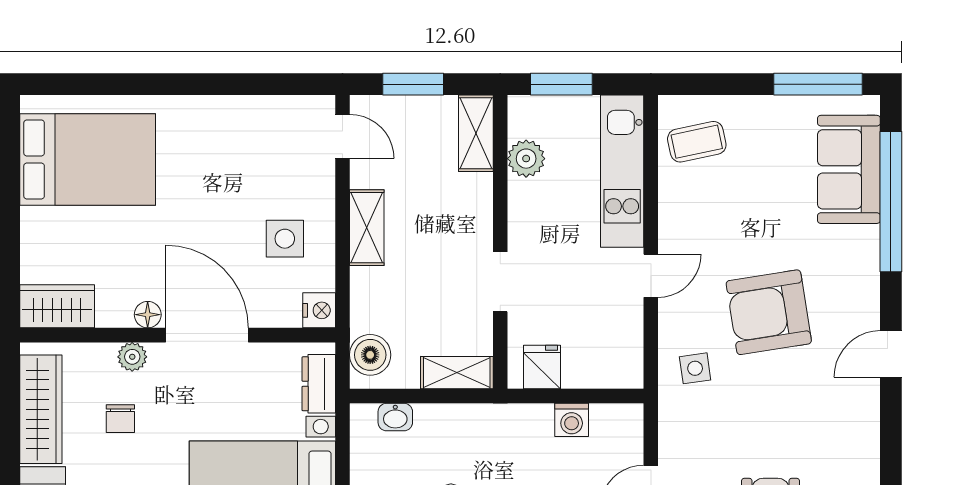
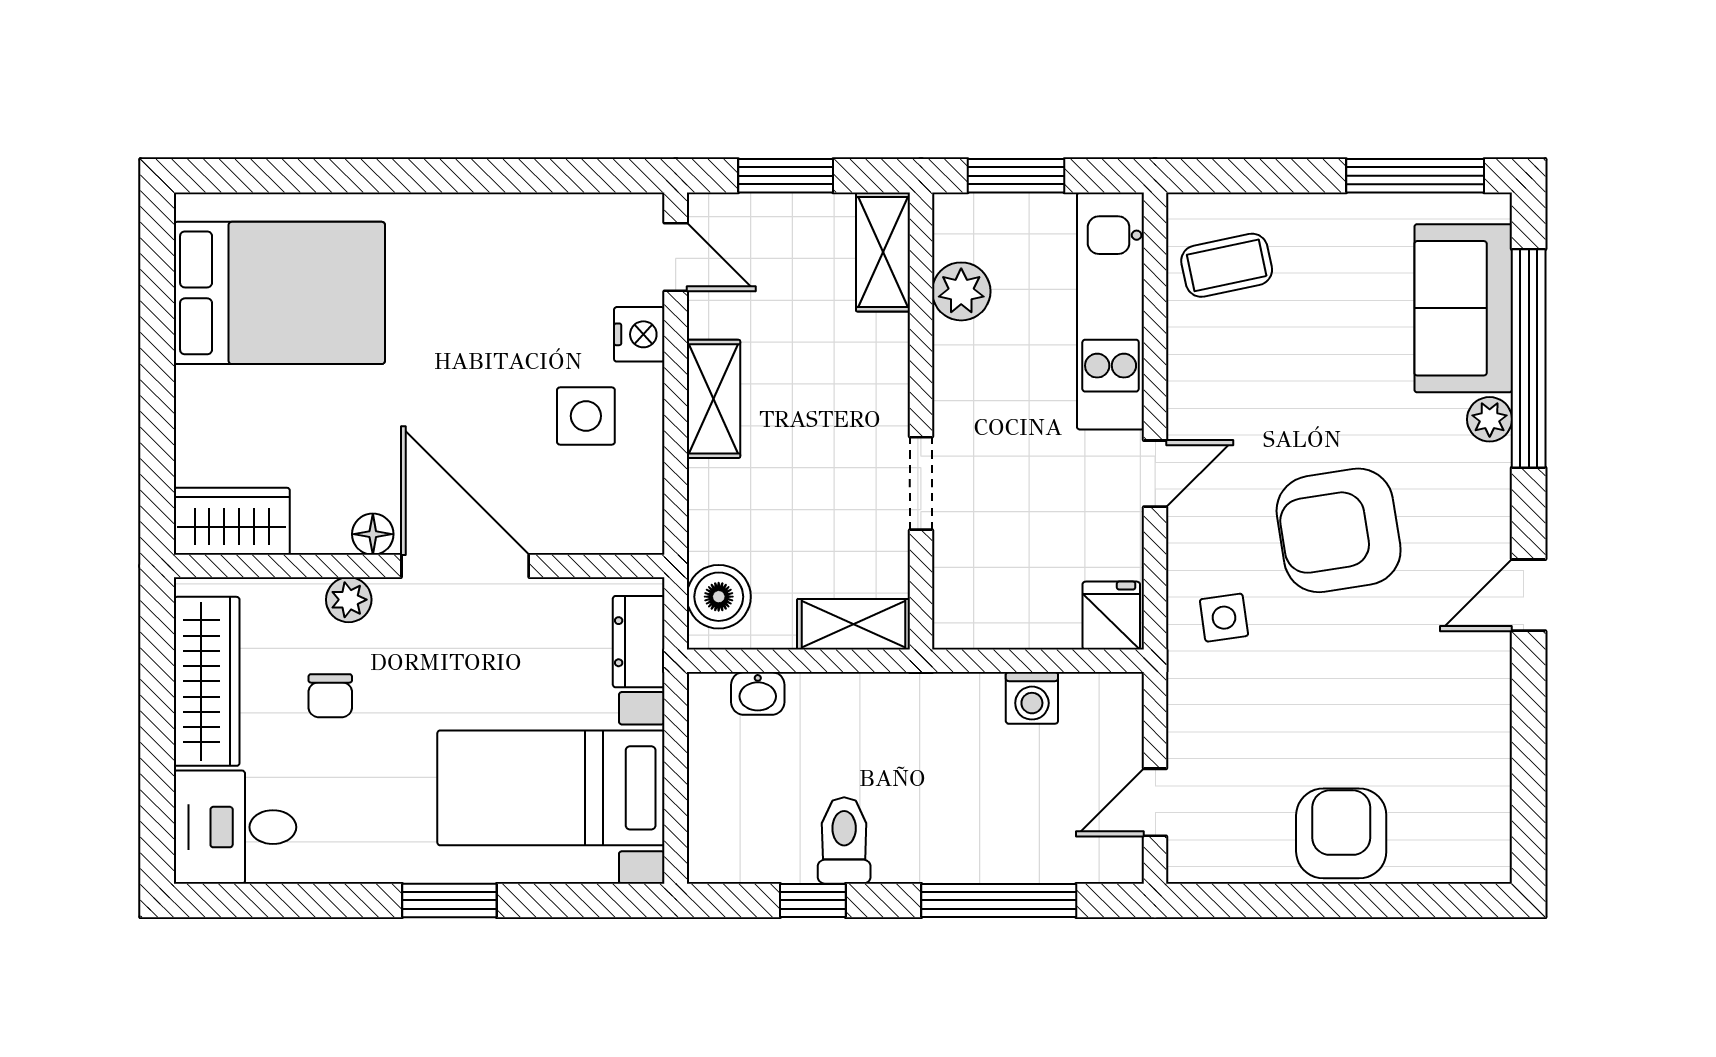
plant: (866, 241) -> (1490, 419), added
nightstand: (319, 310) -> (639, 334), moved
fridge: (542, 367) -> (1111, 616), moved

